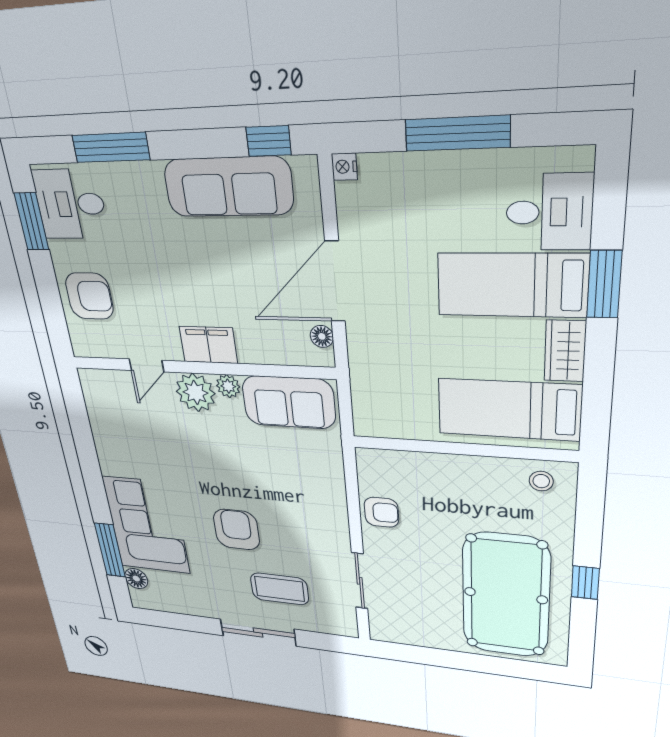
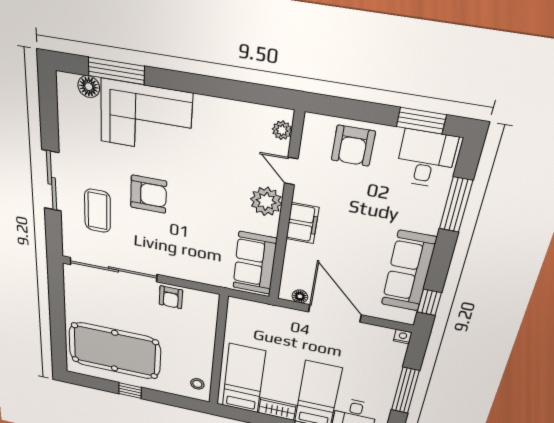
plant: (228, 386) -> (282, 130), moved
sliding door: (360, 581) -> (113, 269), width x1.86

